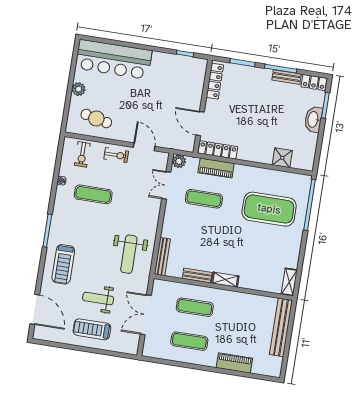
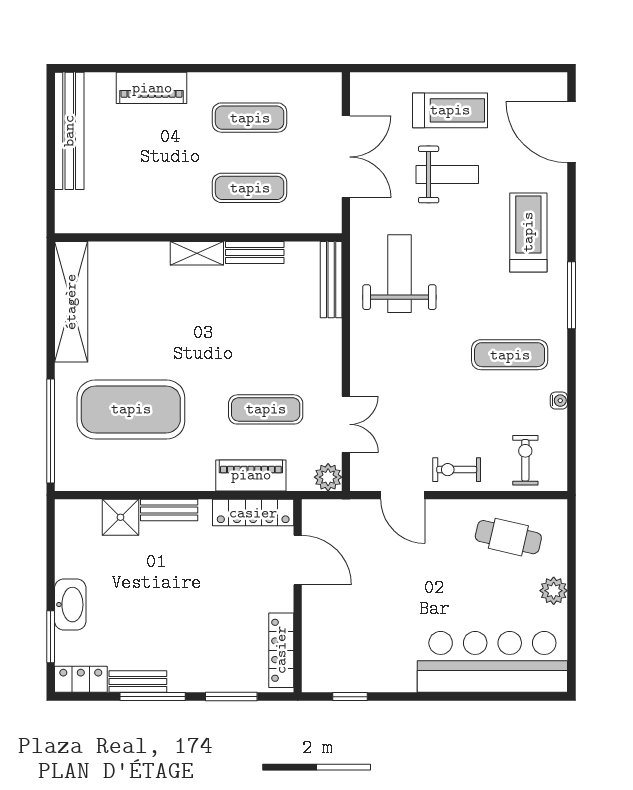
bench: (258, 158) -> (169, 510), added
exercise mat: (93, 194) -> (510, 355), moved
shelving: (289, 282) -> (71, 302), width x2.20, depth x1.33
bench: (281, 327) -> (69, 131), moved

